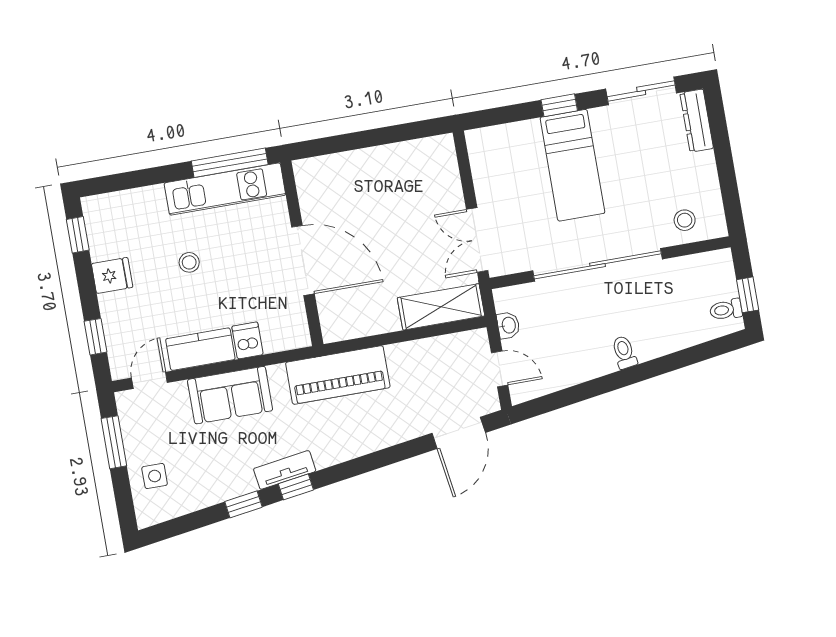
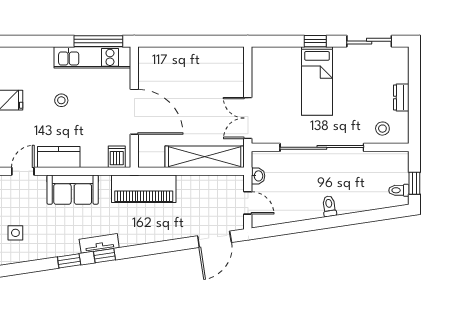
dresser: (697, 121) -> (401, 97), moved, width x0.70
shelving: (441, 307) -> (205, 157), width x1.47
dishwasher: (247, 340) -> (117, 157), moved

